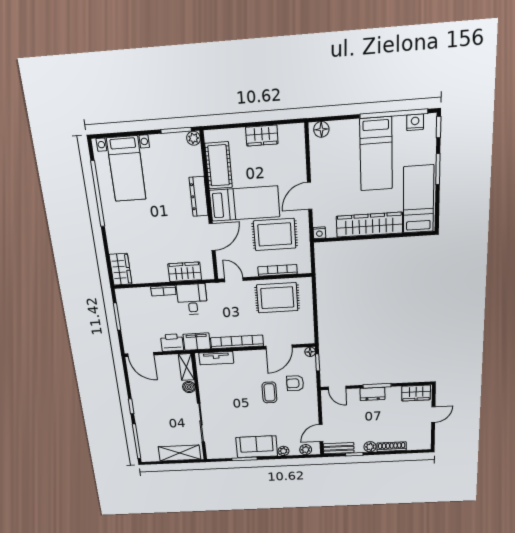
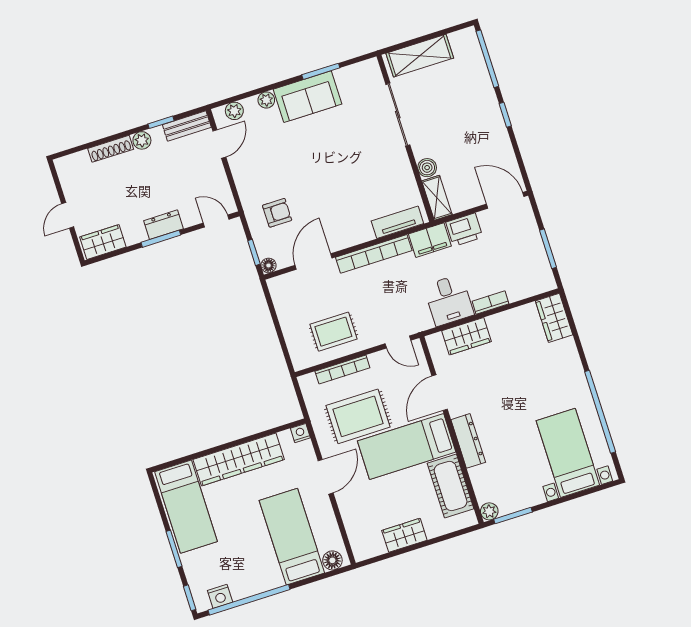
bed: (376, 154) -> (292, 537), moved
rug: (277, 298) -> (333, 332), width x0.73, depth x0.70
coffee table: (269, 392) -> (310, 189), removed

